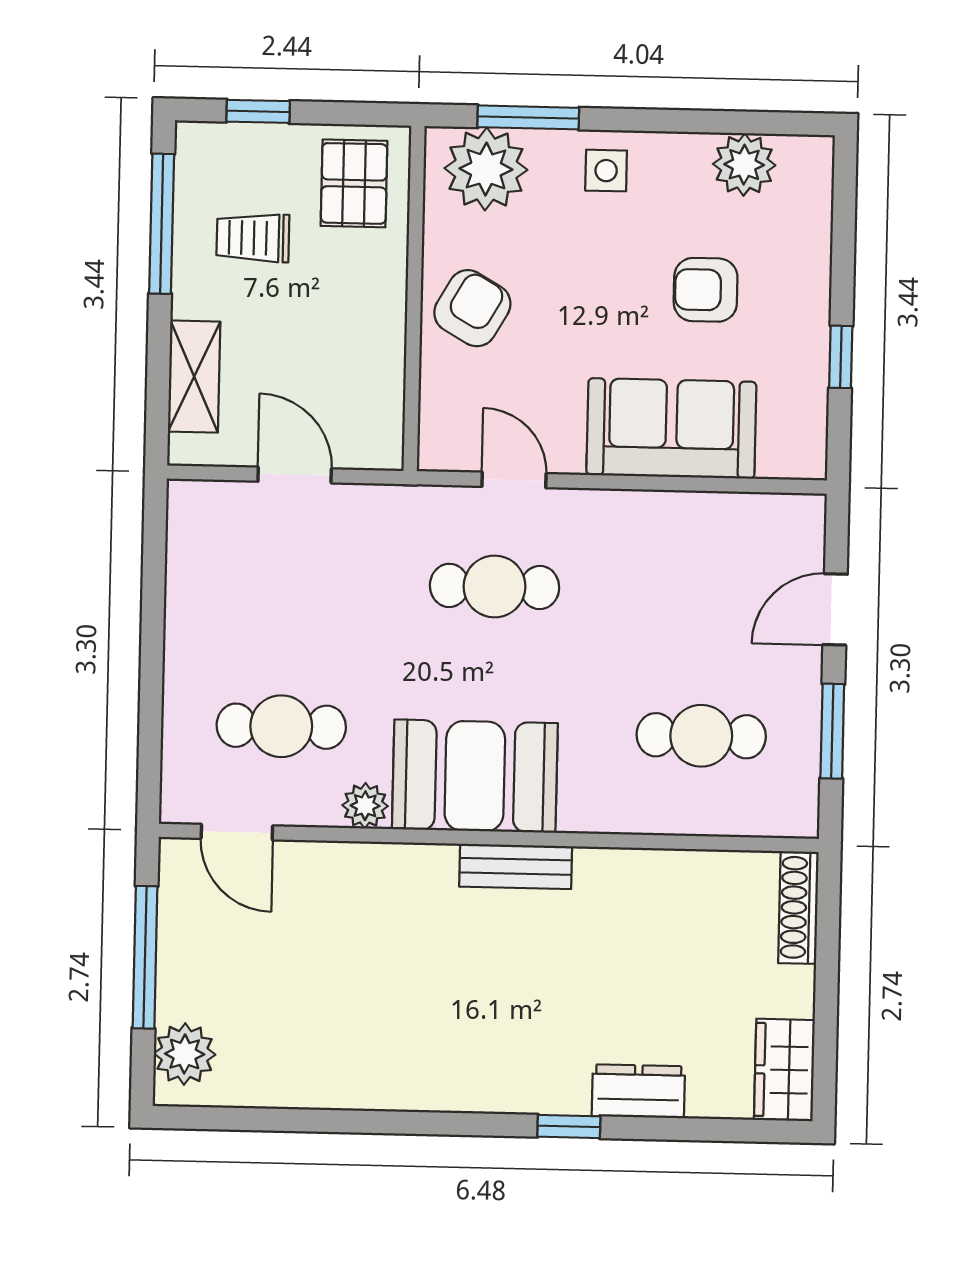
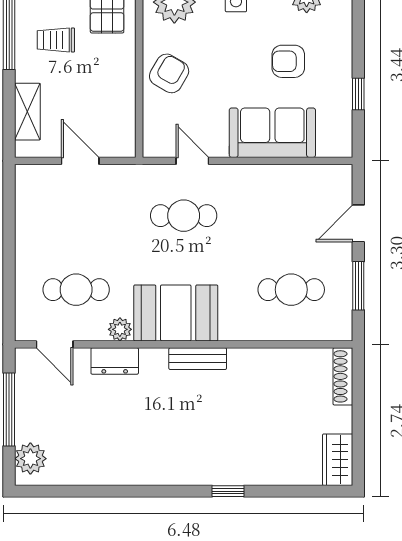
dresser: (638, 1091) -> (115, 361), moved, turned 180

